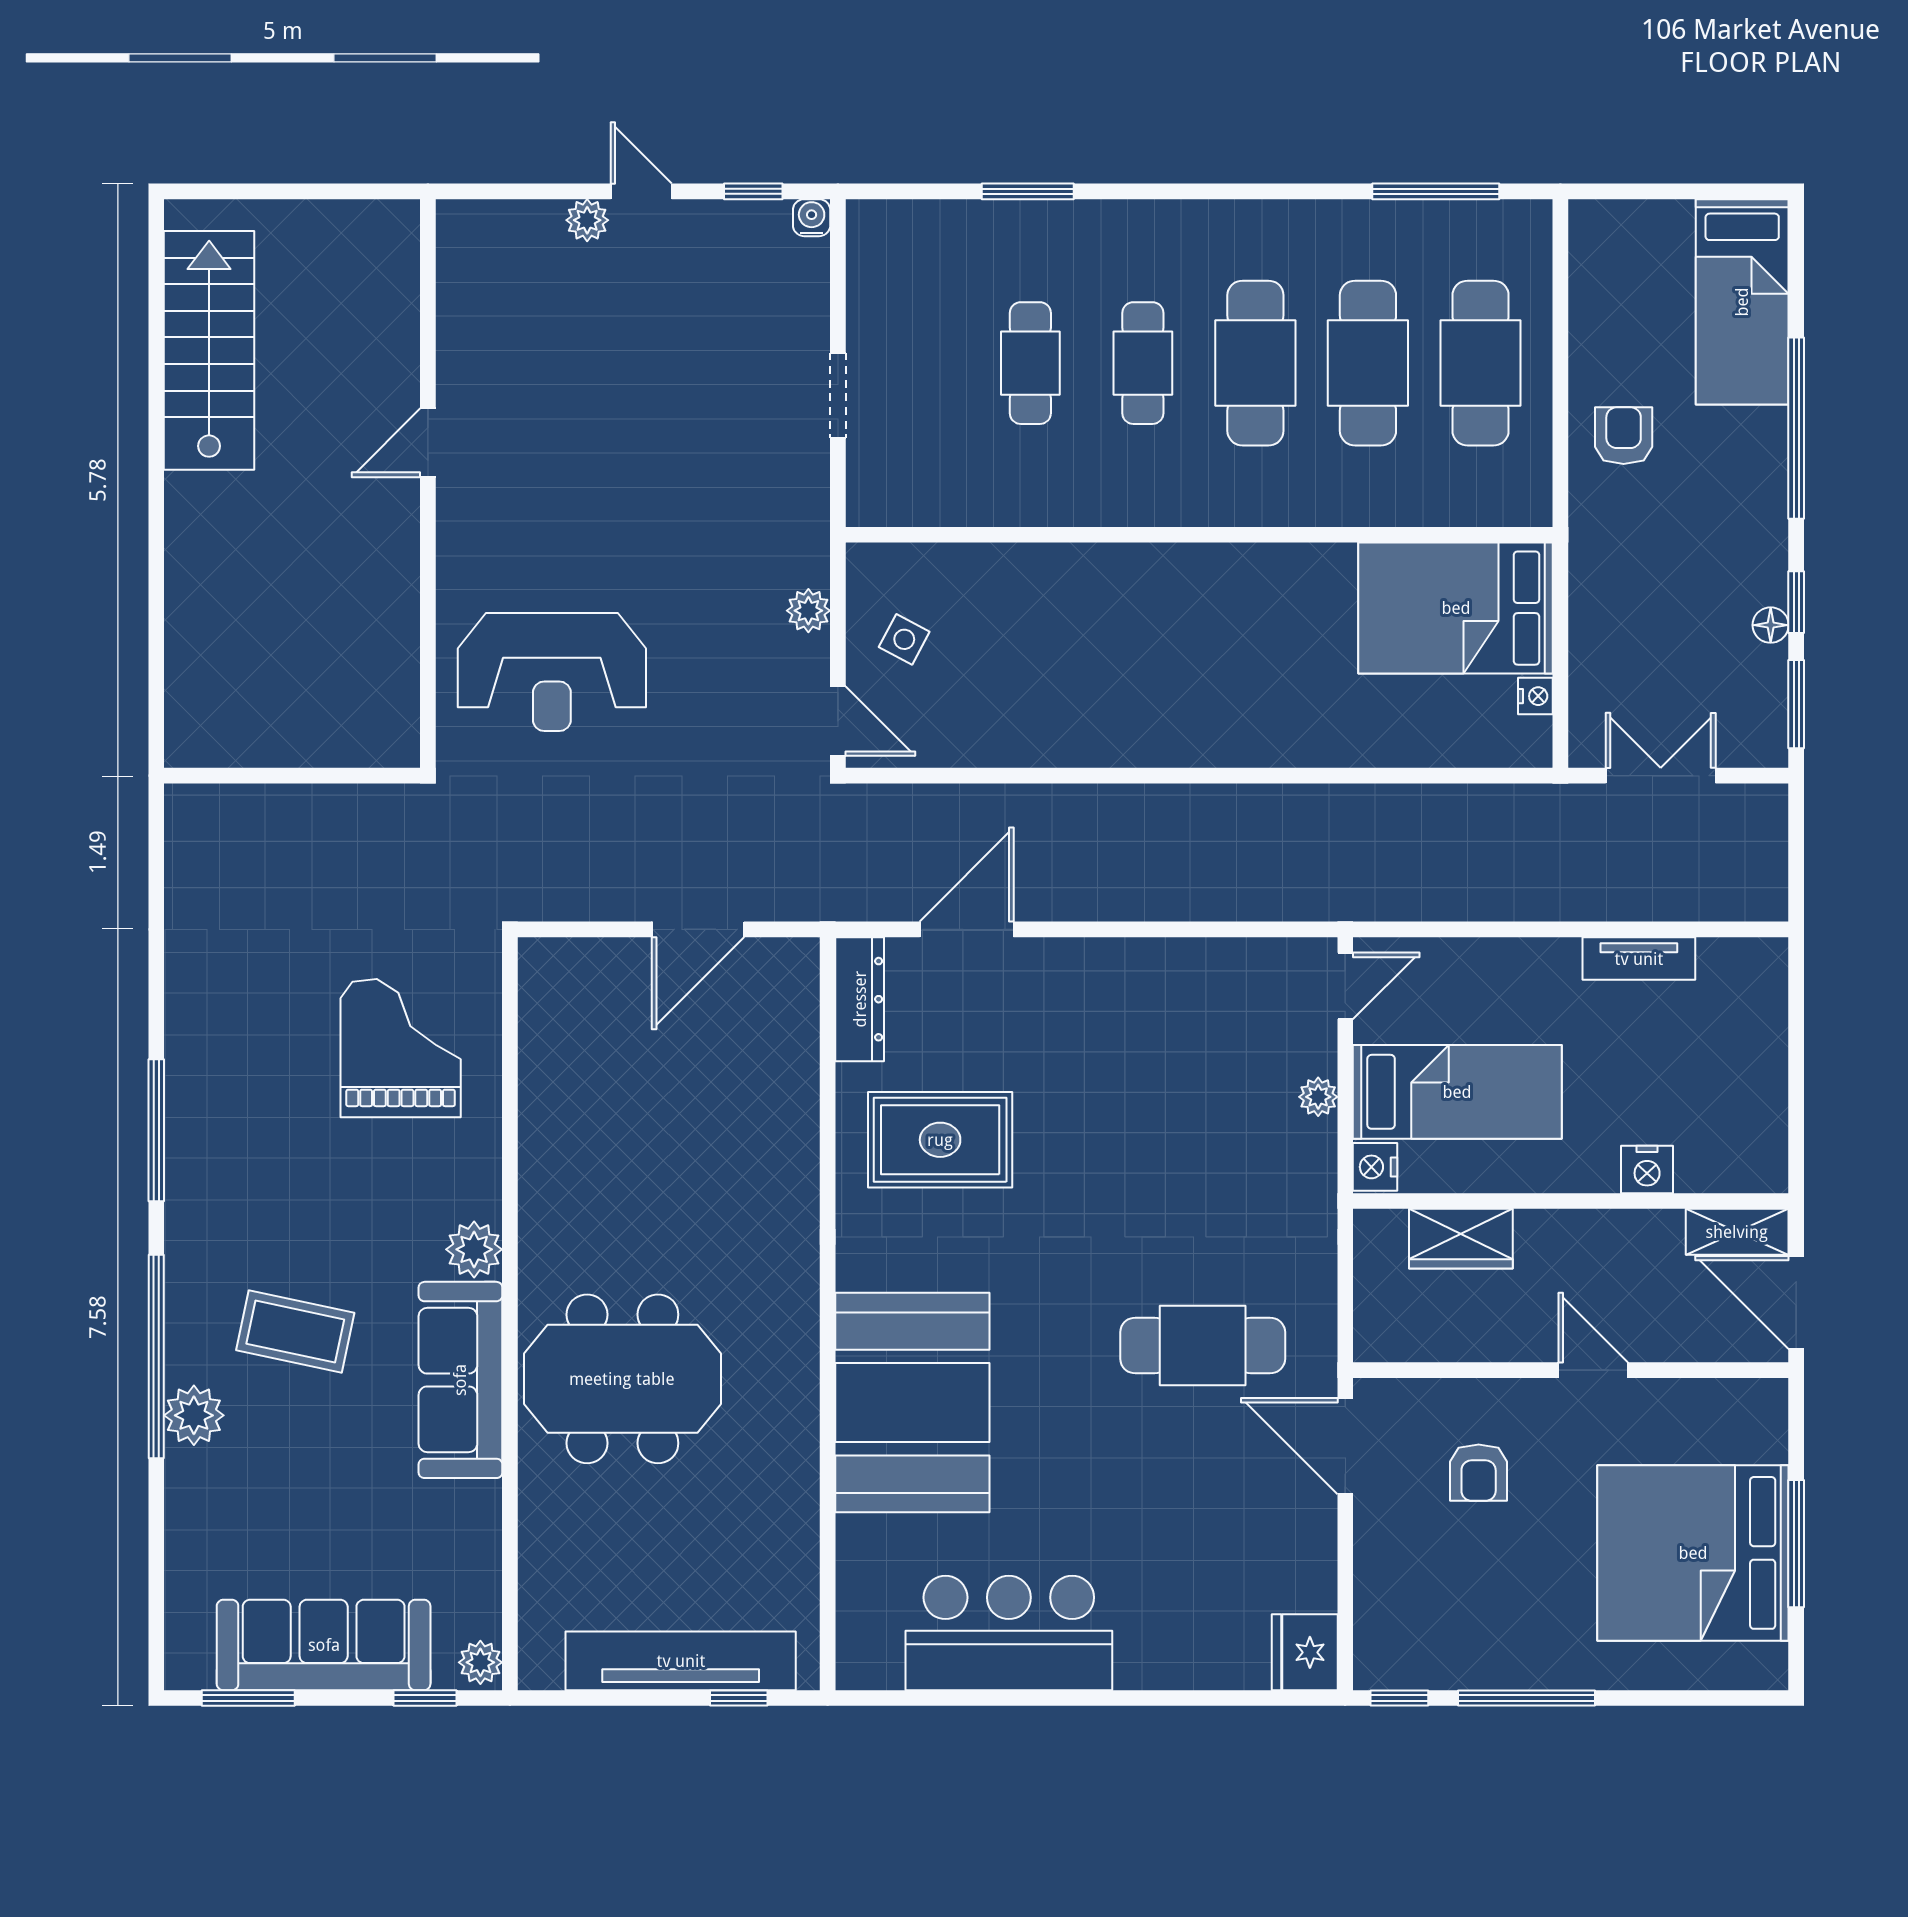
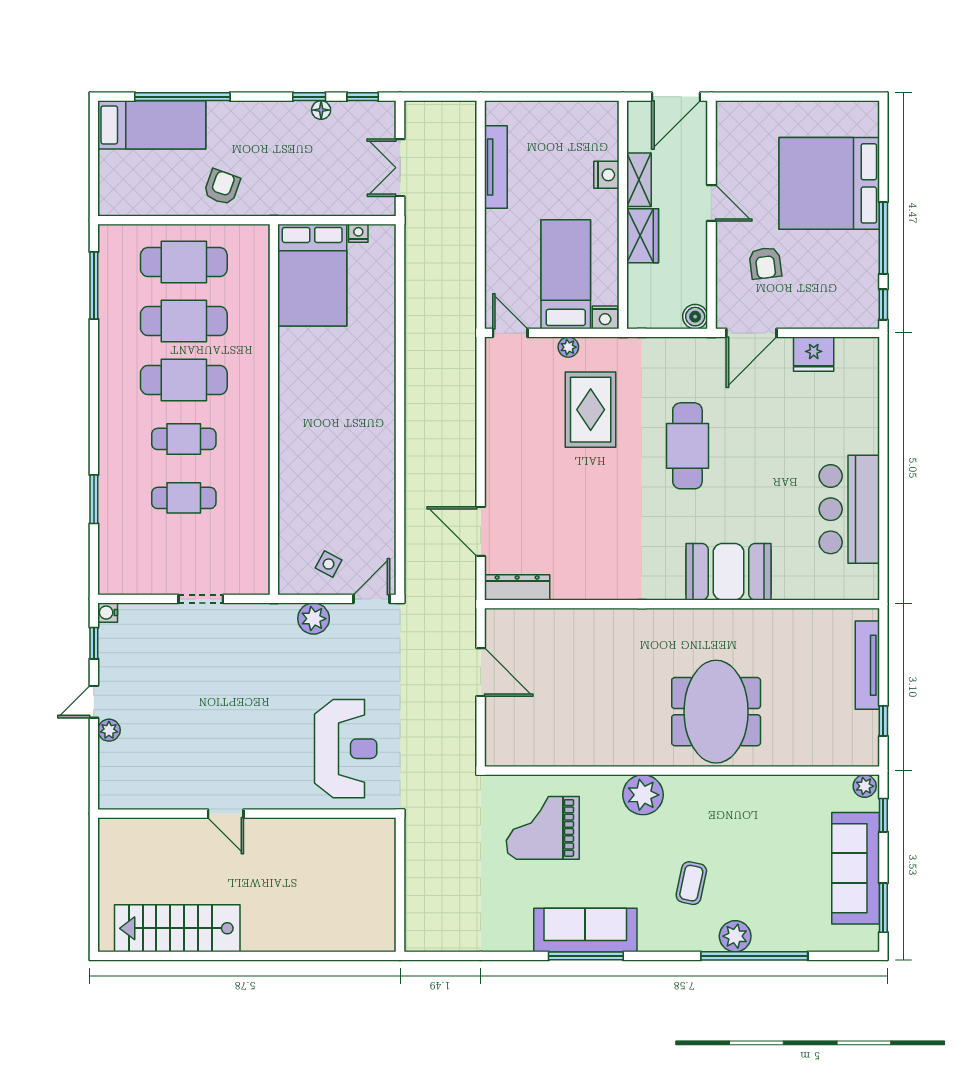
window: (1796, 428) -> (182, 97), moved
armchair: (1624, 436) -> (222, 187), turned 110
plant: (808, 611) -> (314, 619), width x1.38, depth x1.38
window: (1796, 704) -> (363, 97), width x0.67
tv unit: (1639, 959) -> (496, 167), width x1.41
rug: (940, 1140) -> (591, 410), moved
shelving: (1737, 1232) -> (639, 180), moved
wardrobe: (1461, 1239) -> (643, 236), moved
plant: (474, 1249) -> (643, 795), width x1.36, depth x1.36
coffee table: (295, 1332) -> (691, 883), width x0.73, depth x0.77
boiler: (1376, 1339) -> (695, 317), added
cafe table: (1203, 1345) -> (687, 446), moved
window: (156, 1356) -> (754, 956), moved
door: (1593, 1370) -> (711, 203), swing flipped
sofa: (460, 1380) -> (585, 930), moved, turned 180
booth: (912, 1403) -> (728, 572), width x0.73, depth x0.70
armchair: (1479, 1473) -> (765, 263), turned 83
window: (1796, 1544) -> (802, 97), removed
bed: (1693, 1553) -> (829, 183), moved, turned 90
fridge: (1305, 1652) -> (814, 354), moved
tv unit: (681, 1661) -> (867, 665), width x0.73, depth x0.78
window: (739, 1698) -> (883, 721), moved

